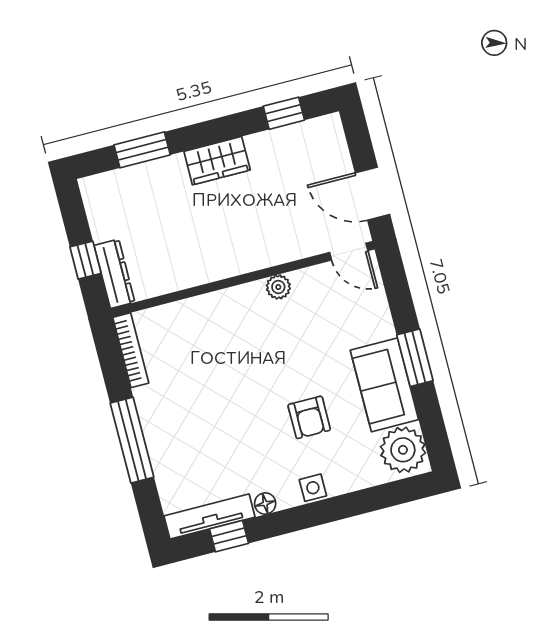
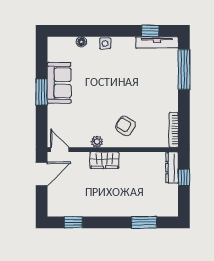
wardrobe: (217, 161) -> (104, 160), moved, turned 180
door: (372, 194) -> (42, 174), hinge flipped
armchair: (309, 417) -> (125, 126), moved, turned -59
window: (132, 440) -> (184, 70), moved
plant: (403, 450) -> (58, 50), removed
floor lamp: (265, 504) -> (81, 42), moved

